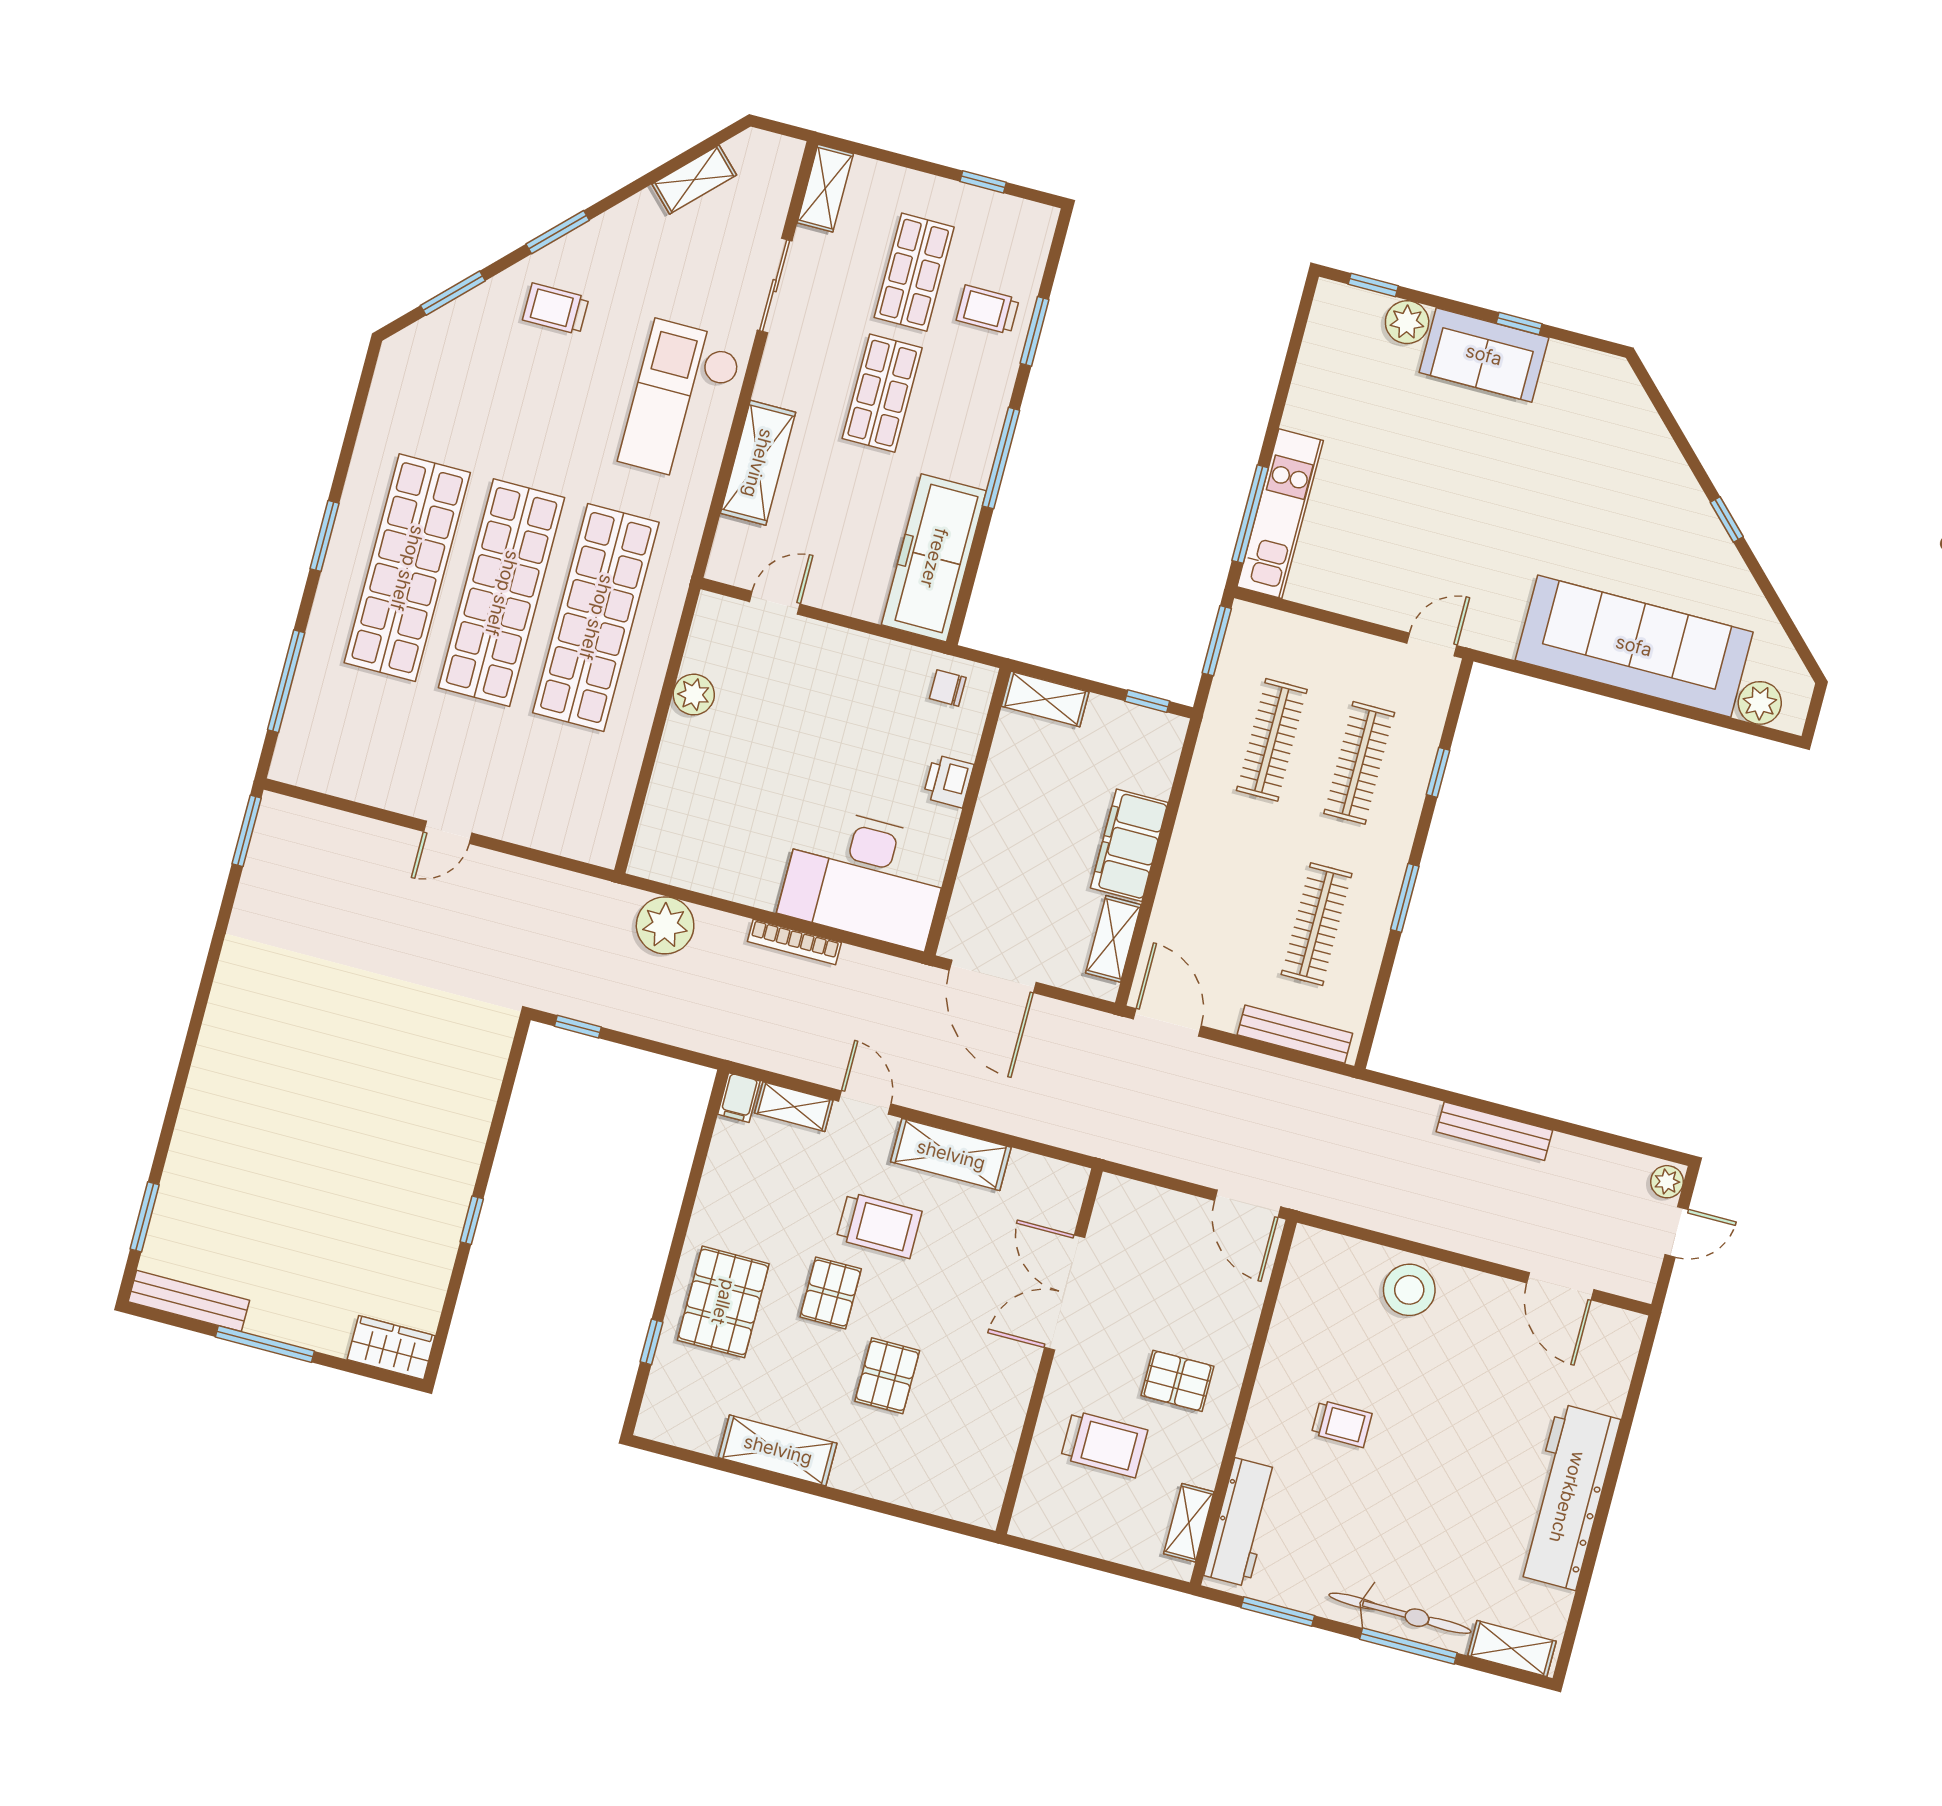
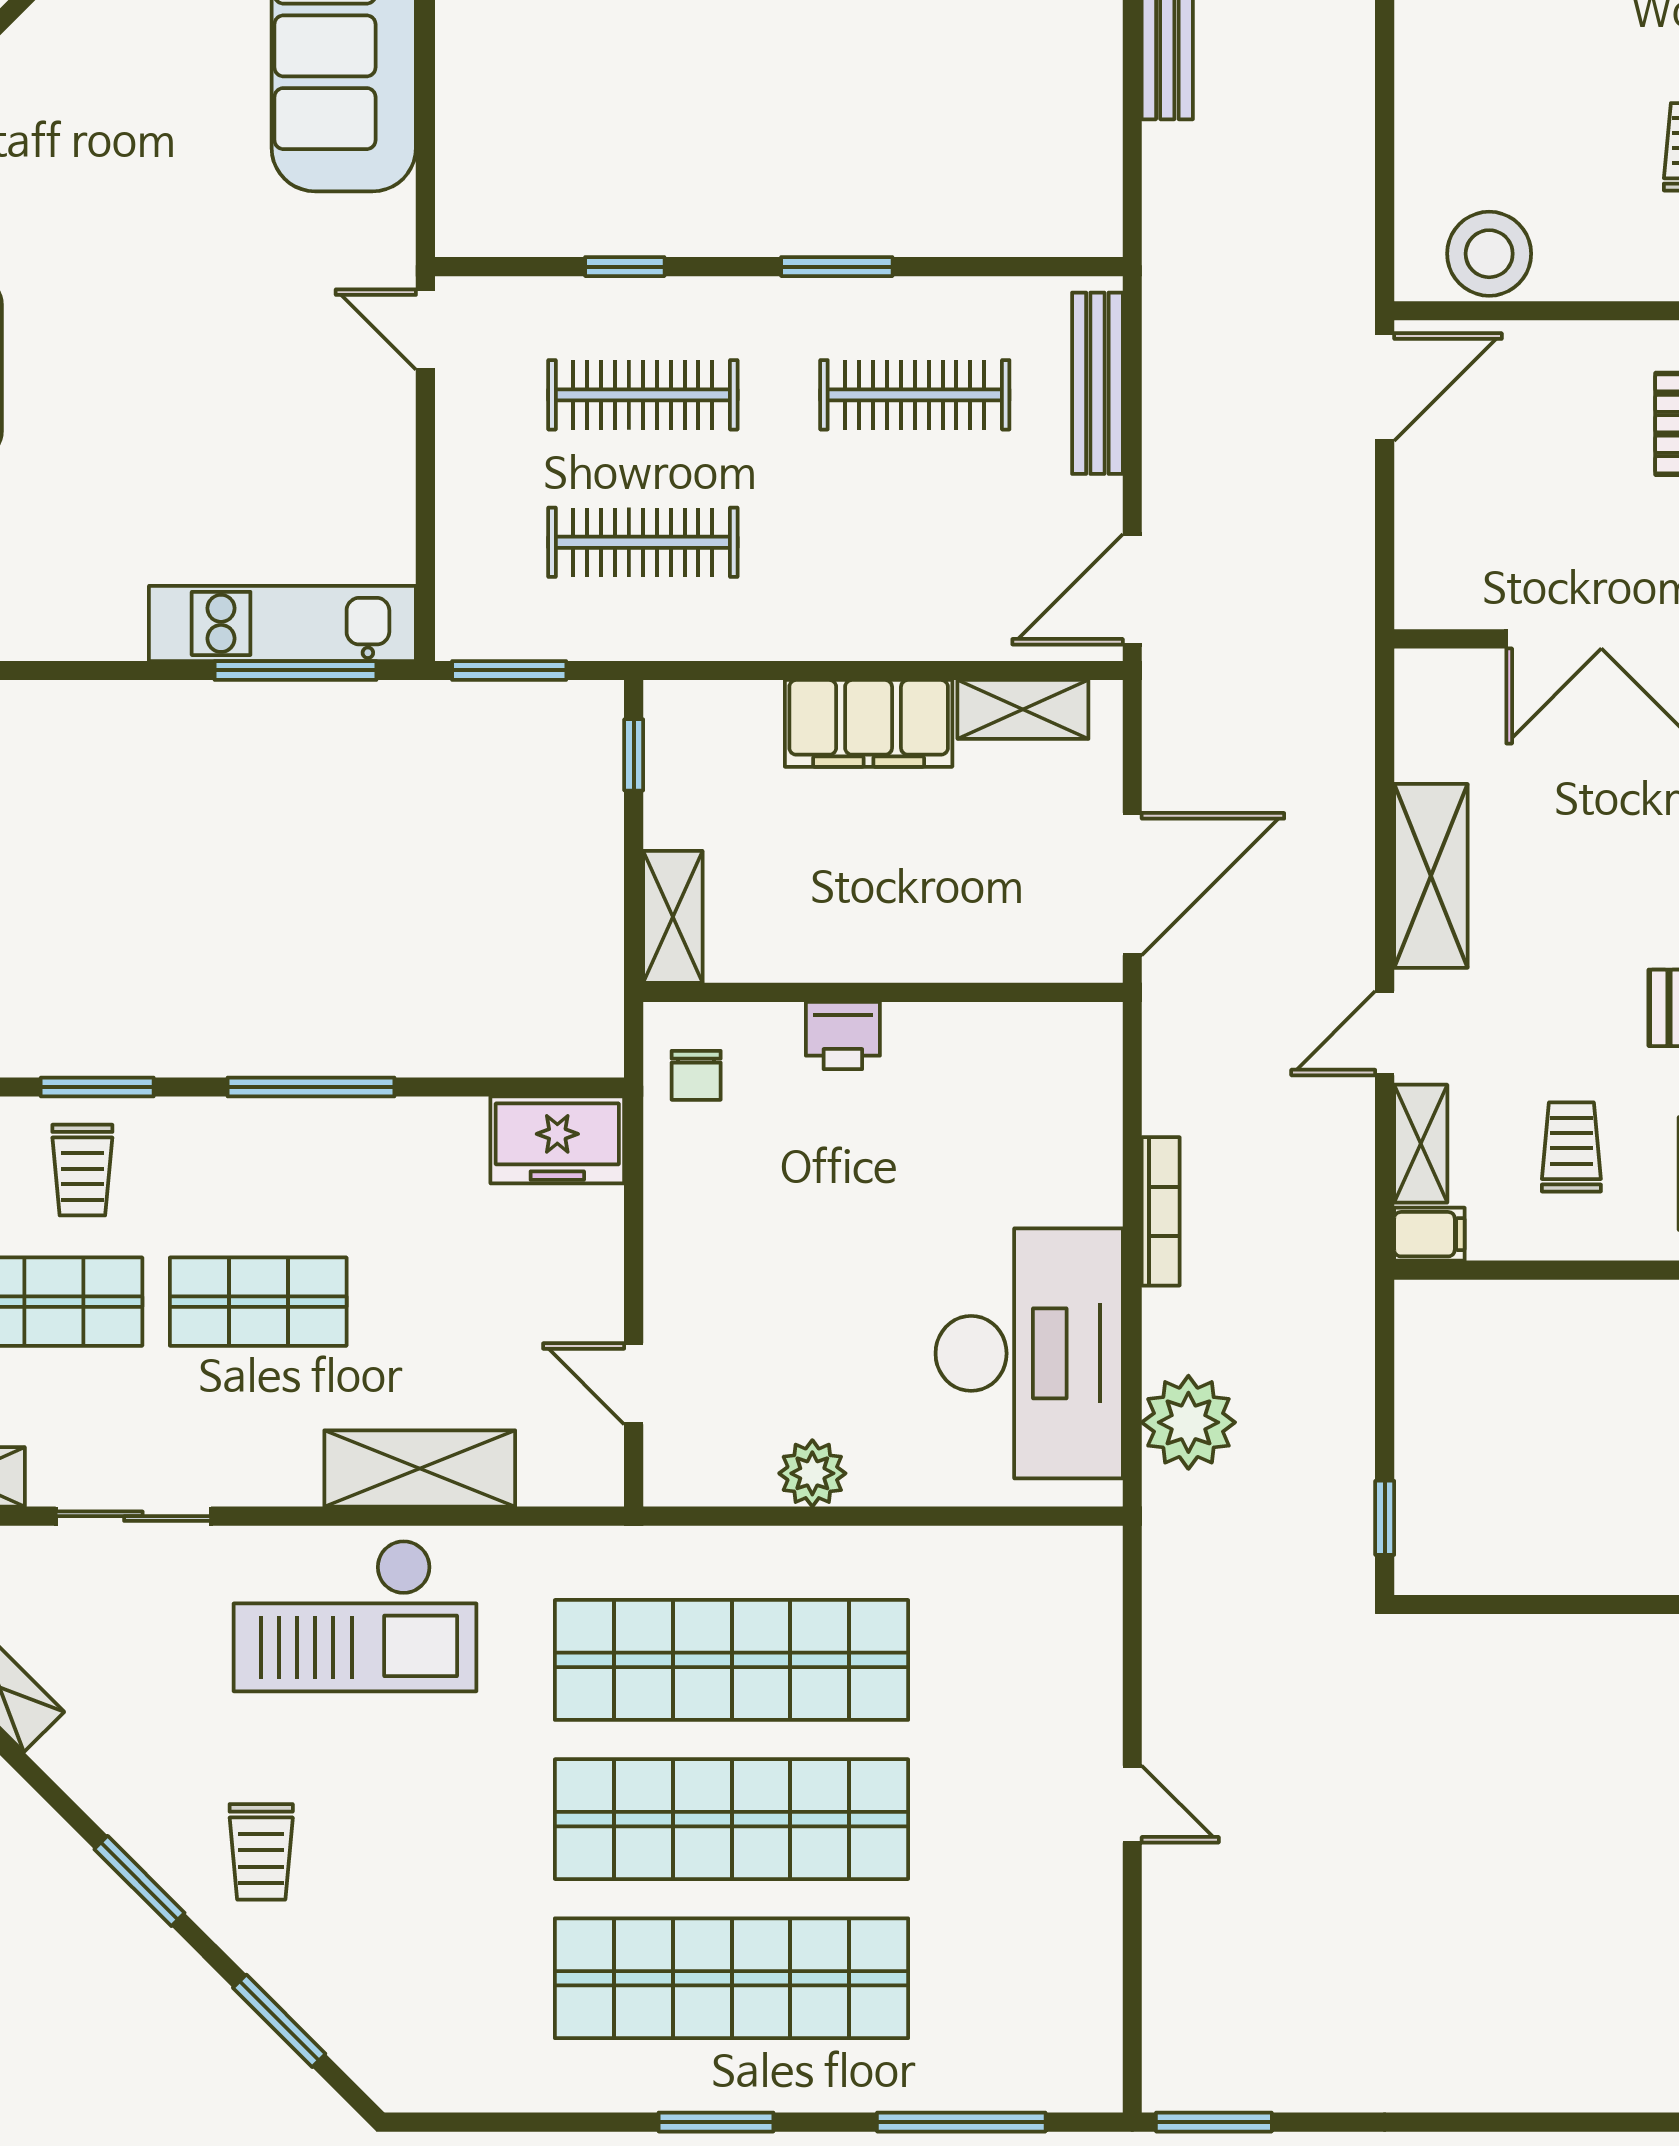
freezer: (934, 558) -> (557, 1140), width x0.52, depth x0.79
desk: (865, 877) -> (1029, 1353), moved
trolley: (879, 1225) -> (1571, 1147), moved, width x0.73, depth x0.72
stool: (1409, 1290) -> (1489, 254), moved

